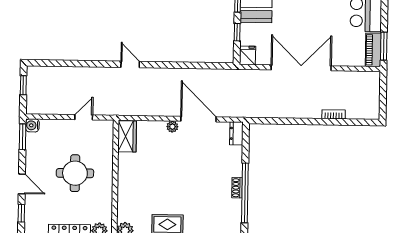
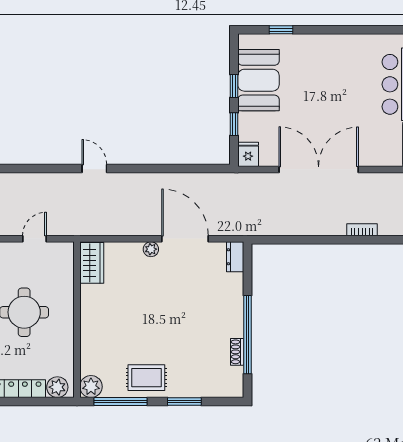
shoe rack: (237, 188) -> (237, 352), moved

